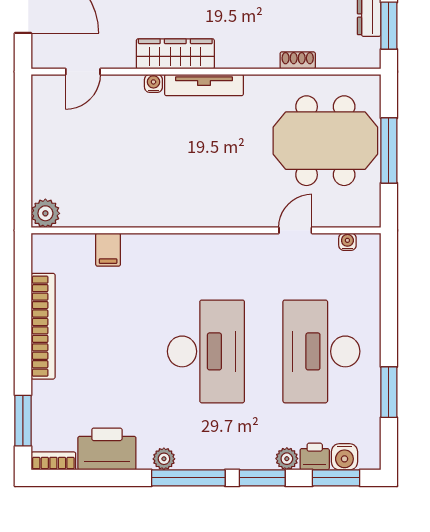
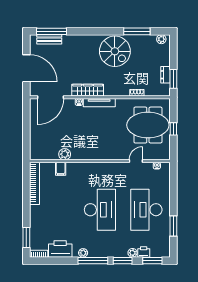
door: (83, 72) -> (51, 97), width x1.87
window: (389, 150) -> (173, 129), width x0.46
plant: (45, 213) -> (65, 154), moved
bookcase: (43, 326) -> (34, 183), moved
water cooler: (344, 457) -> (156, 252), removed

